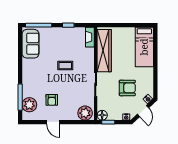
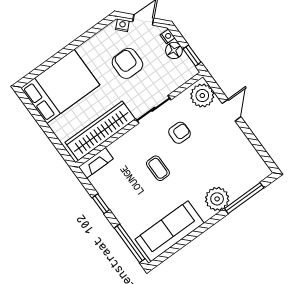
sofa: (31, 44) -> (170, 231), width x1.36
bed: (144, 47) -> (60, 86), width x1.50
armchair: (52, 100) -> (179, 133), moved
plant: (29, 105) -> (217, 199), moved
floor lamp: (102, 115) -> (174, 50), moved
door: (53, 122) -> (232, 110), moved

